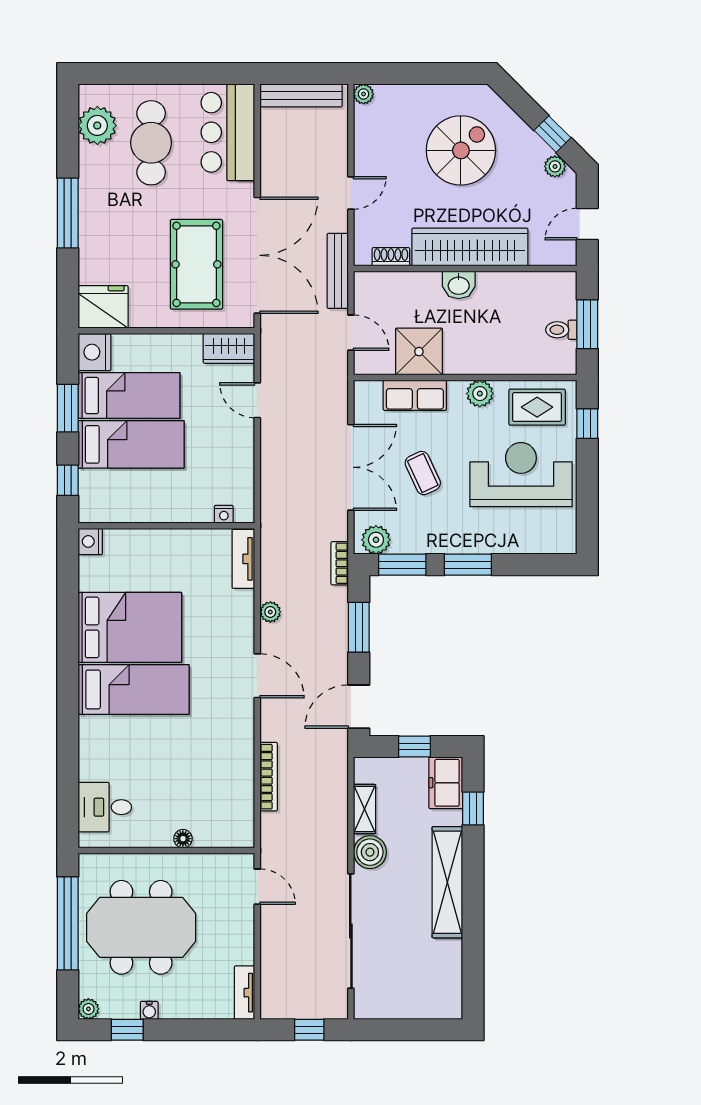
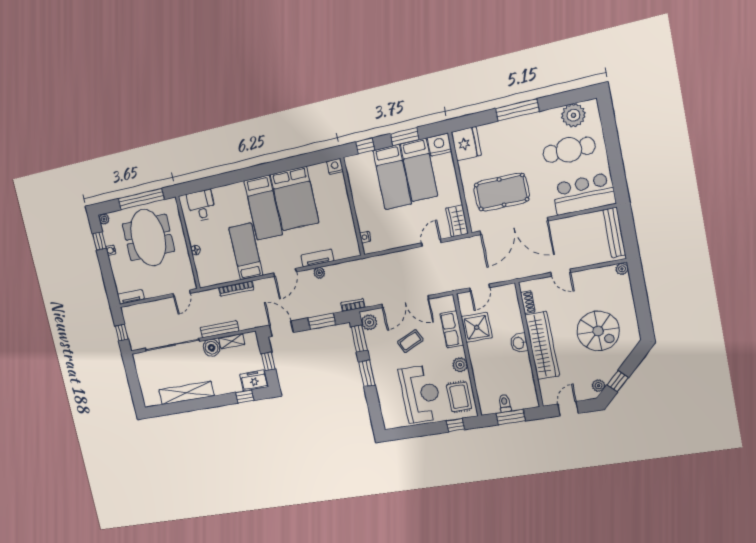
door: (587, 224) -> (568, 409), hinge flipped
bench: (338, 271) -> (219, 329), moved
tv unit: (243, 559) -> (317, 258), moved
bed: (205, 741) -> (246, 251), added
shelving: (447, 882) -> (186, 393), moved

